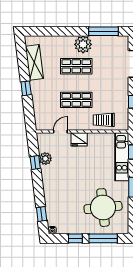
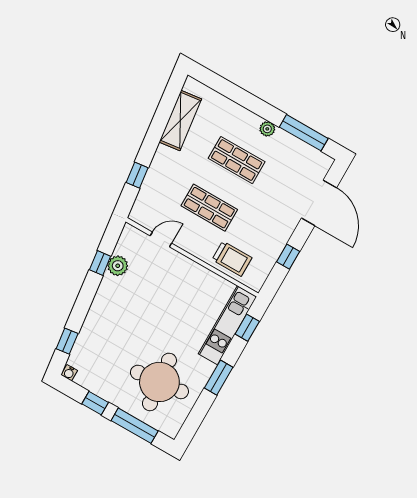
plant: (83, 44) -> (267, 129), width x0.53, depth x0.53
window: (26, 88) -> (137, 175), moved
trolley: (104, 120) -> (232, 259), turned 180
fridge: (79, 139) -> (181, 266), removed

